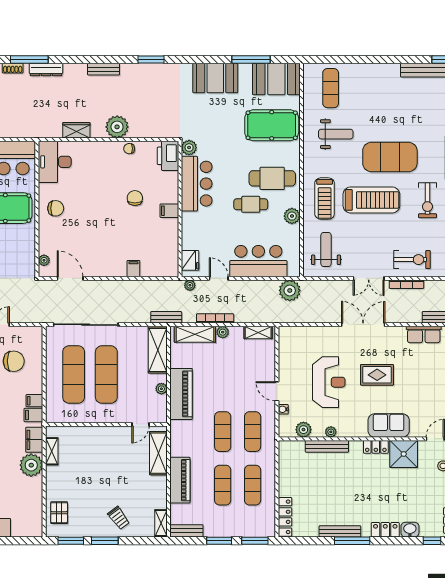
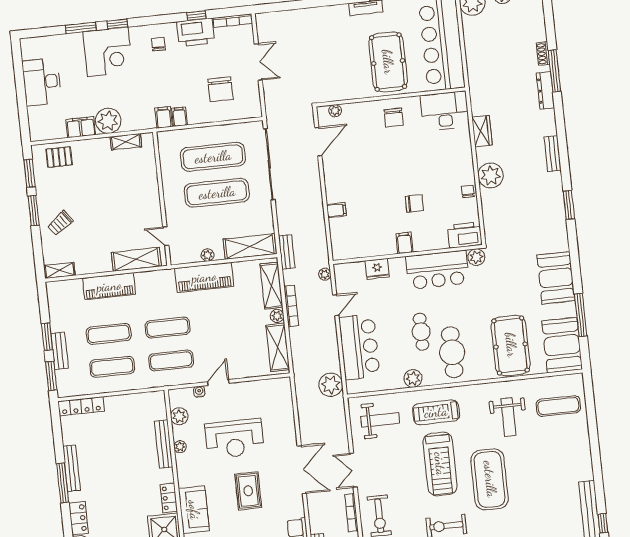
fridge: (190, 260) -> (377, 269), moved
shelving: (258, 332) -> (278, 347), width x1.50, depth x1.33
filing cabinet: (34, 440) -> (81, 127), moved
bench: (186, 531) -> (60, 351), moved

